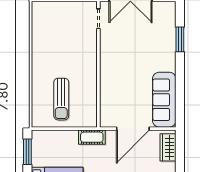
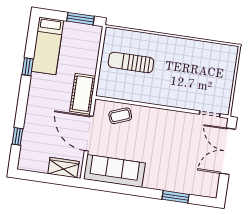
coffee table: (112, 102) -> (120, 116), added
cot: (92, 137) -> (83, 94), width x1.37, depth x1.34

